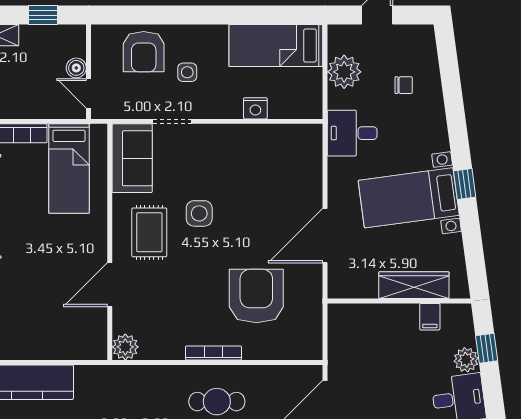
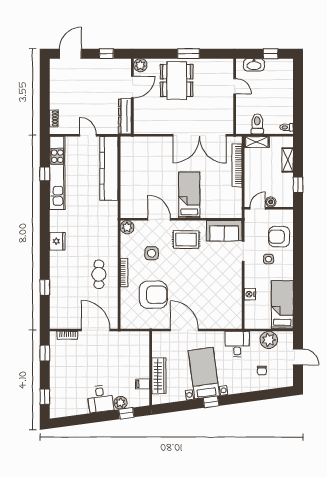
bed: (69, 169) -> (189, 195), moved, turned 90
side table: (199, 213) -> (152, 253), moved

